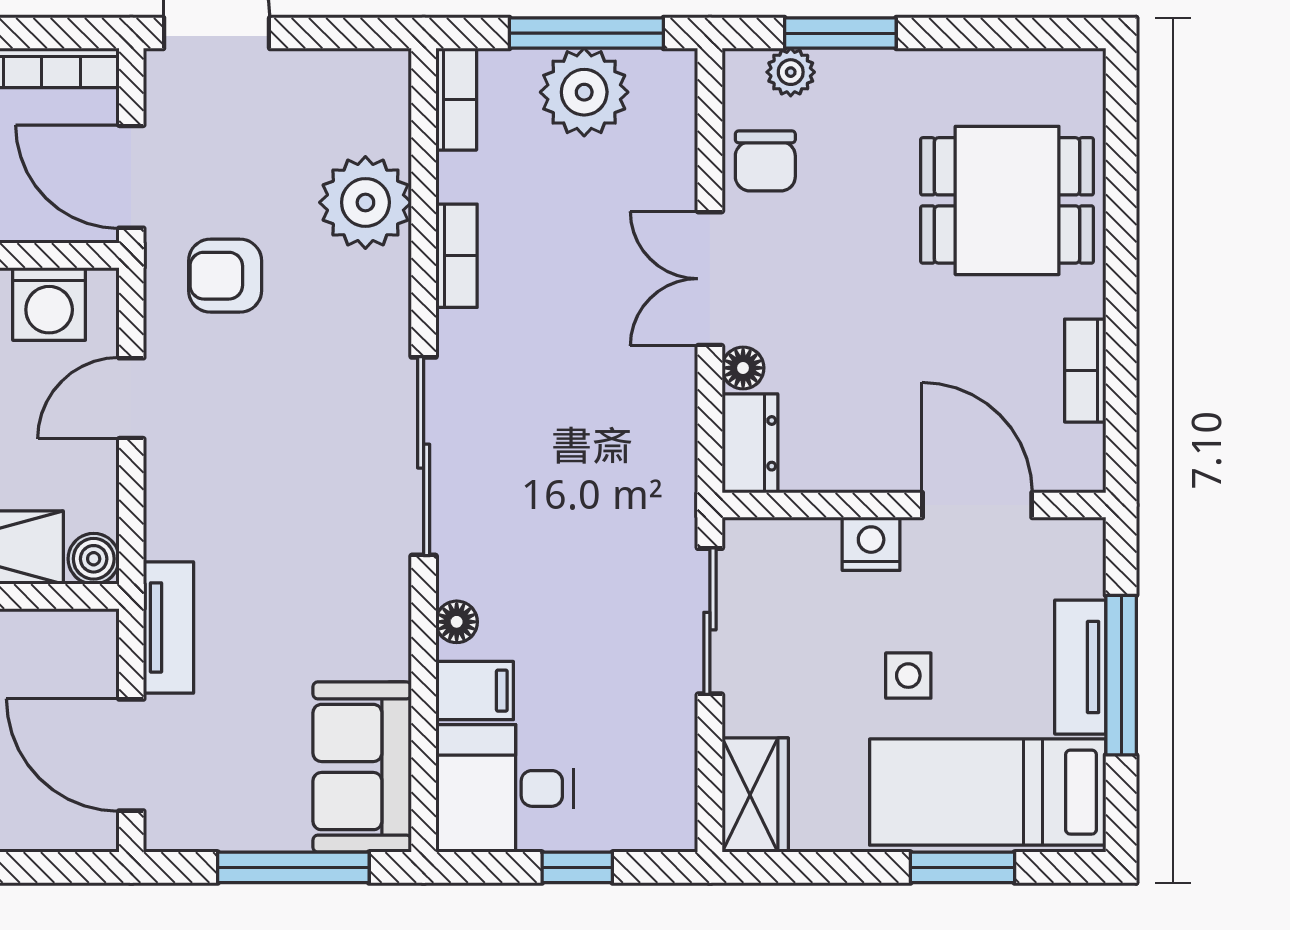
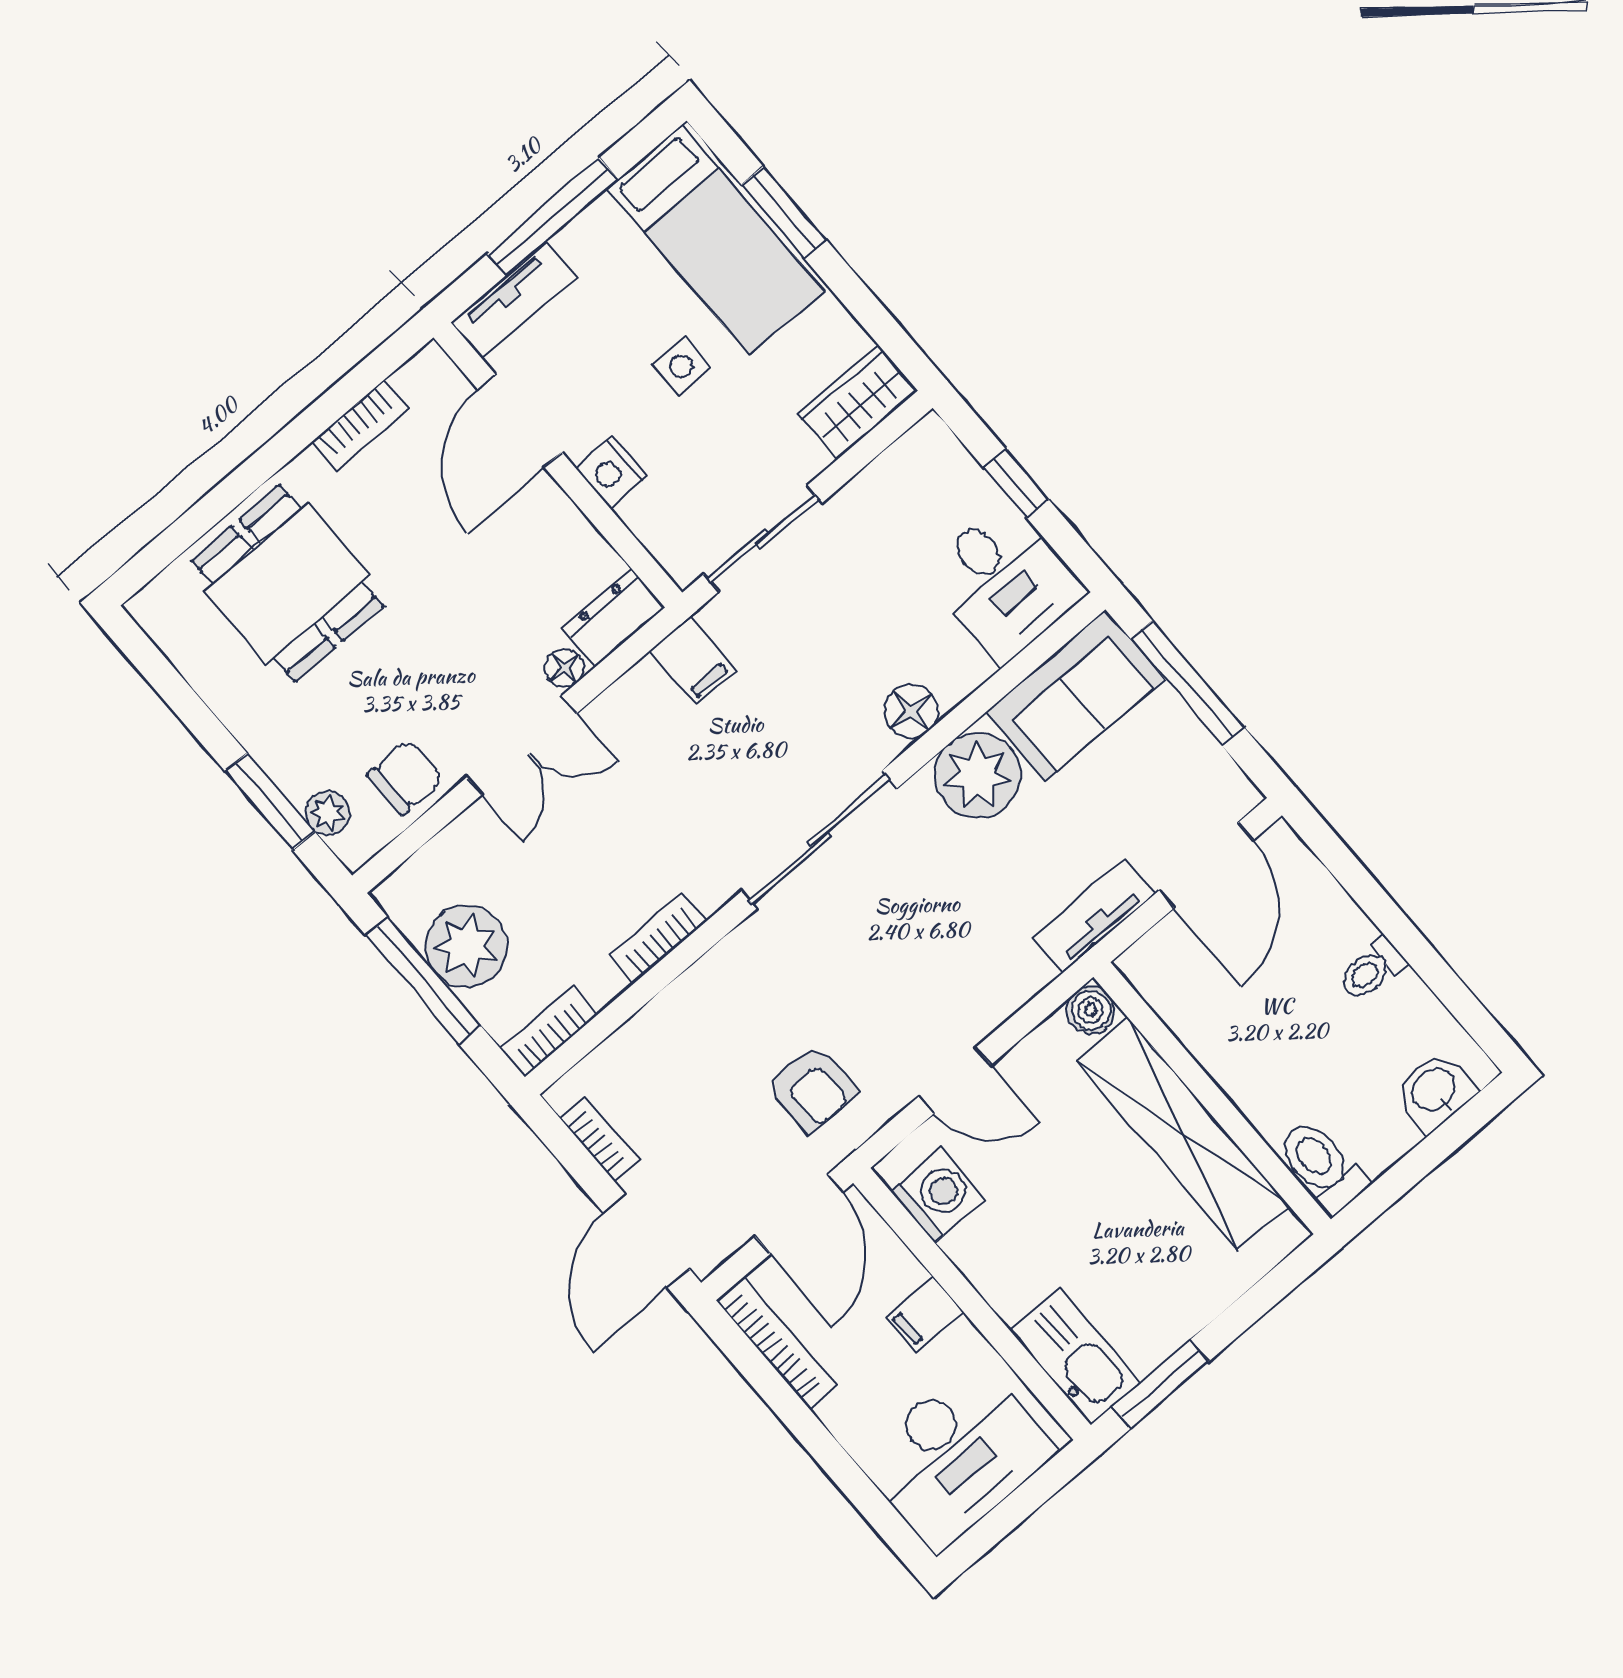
bookcase: (332, 66) -> (600, 1139), added
plant: (365, 202) -> (977, 775), moved
floor lamp: (457, 622) -> (911, 711), width x1.37, depth x1.37
tv unit: (1080, 667) -> (513, 300), moved
filing cabinet: (475, 691) -> (693, 661), moved, turned 180

